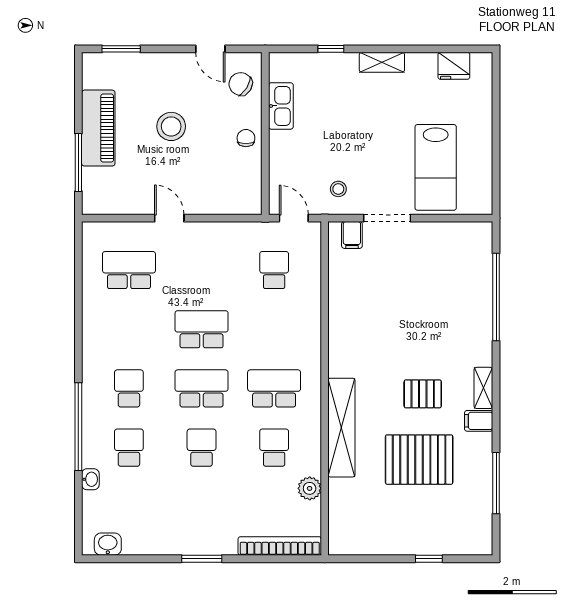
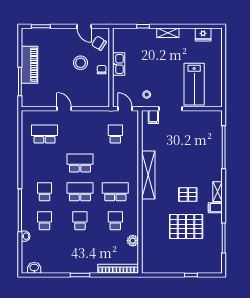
kitchen sink: (281, 106) -> (119, 64), moved
stool: (171, 126) -> (80, 63), moved
shelving: (341, 428) -> (148, 175), moved

